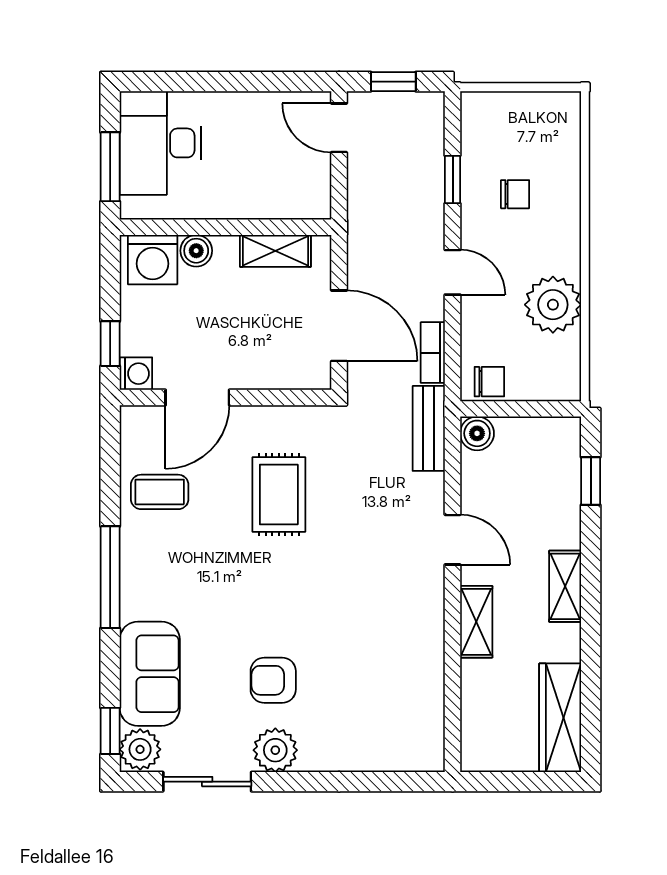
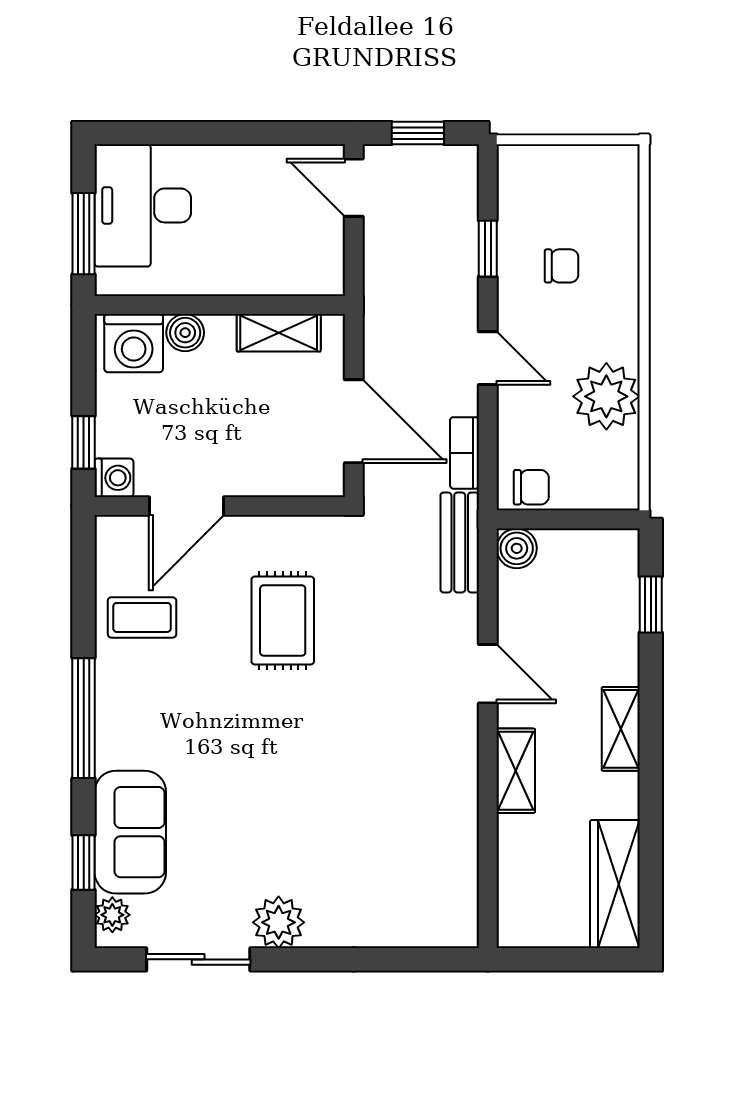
armchair: (273, 680) -> (276, 840), removed
window: (110, 731) -> (84, 863), moved
plant: (140, 749) -> (112, 915), width x0.73, depth x0.73

